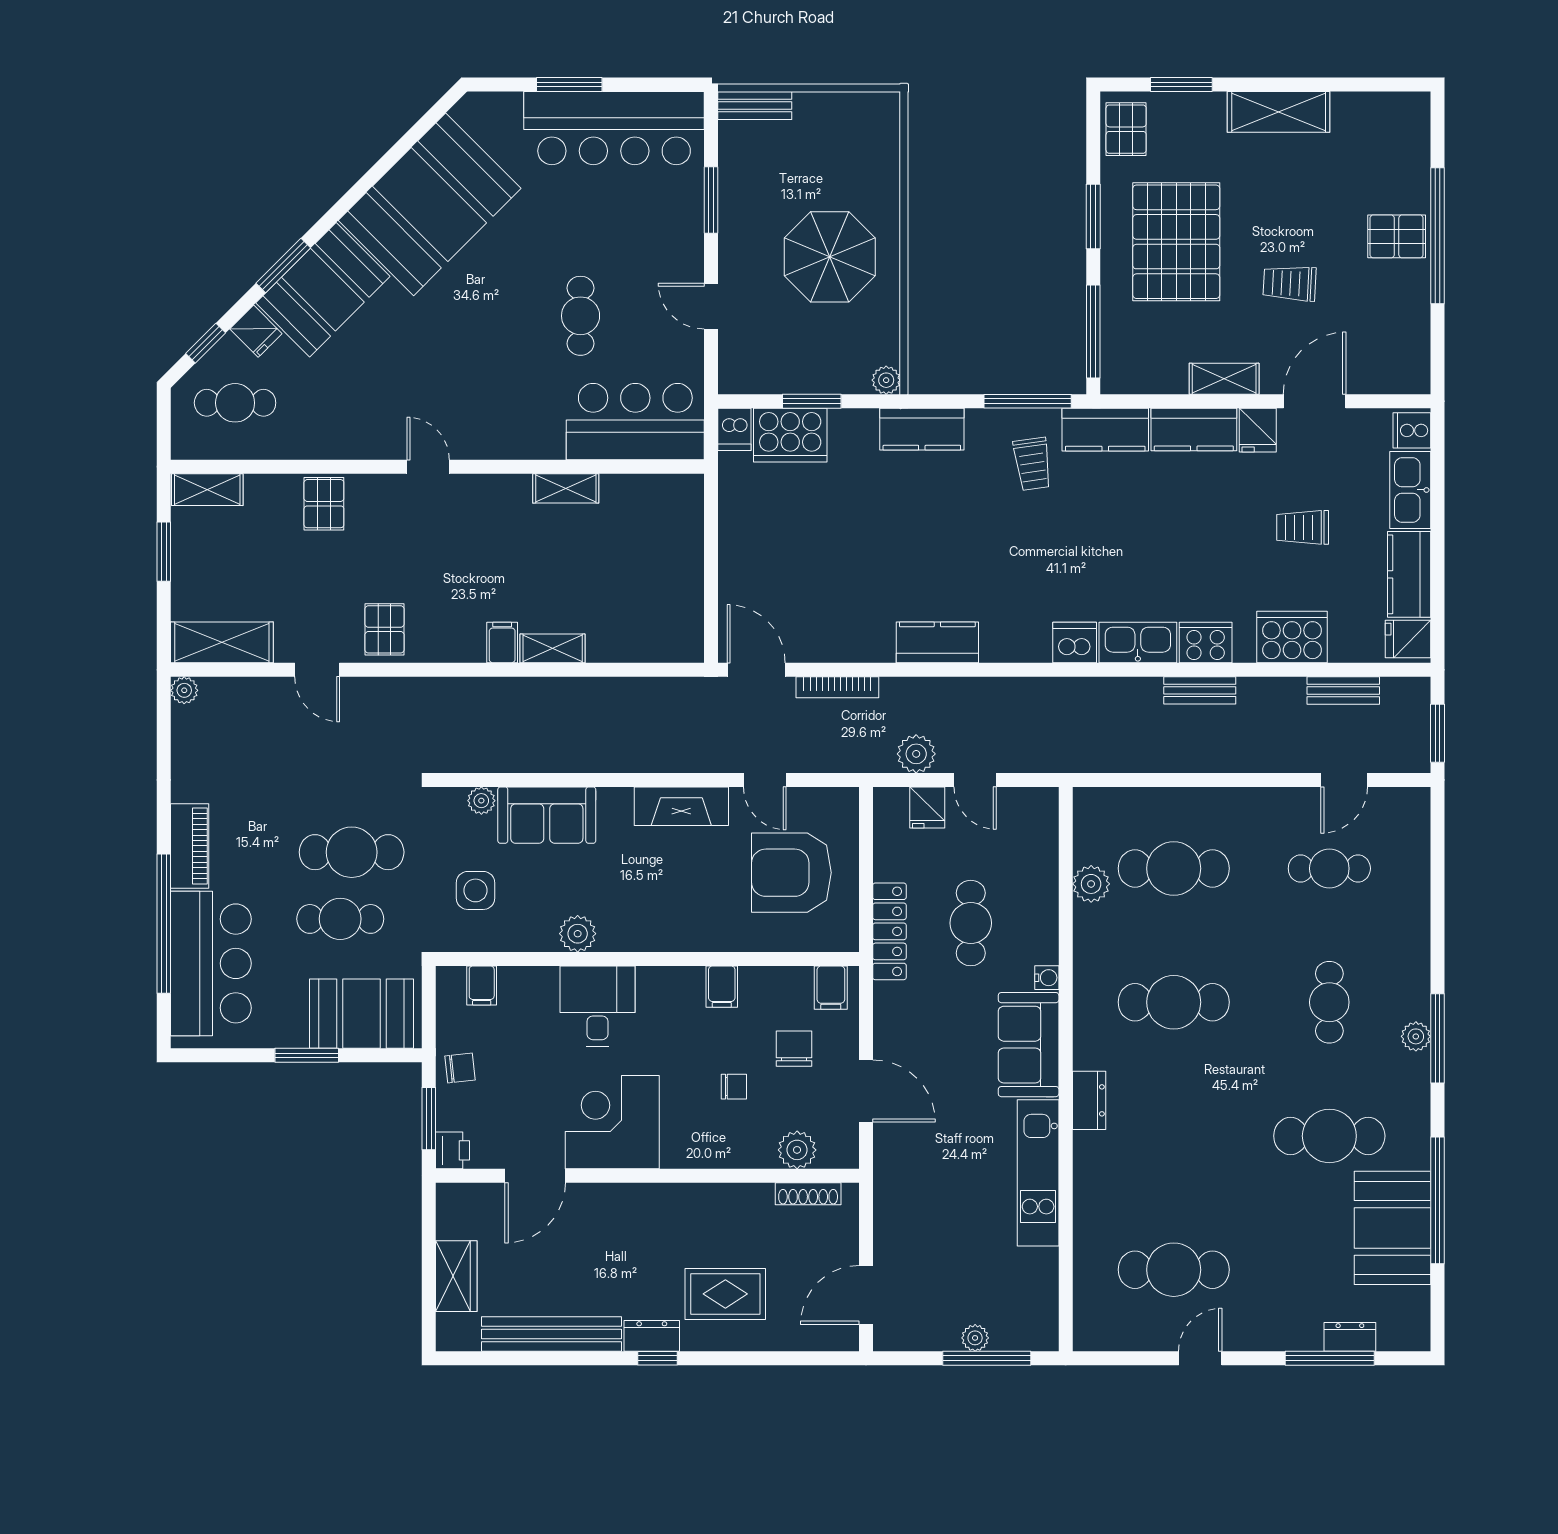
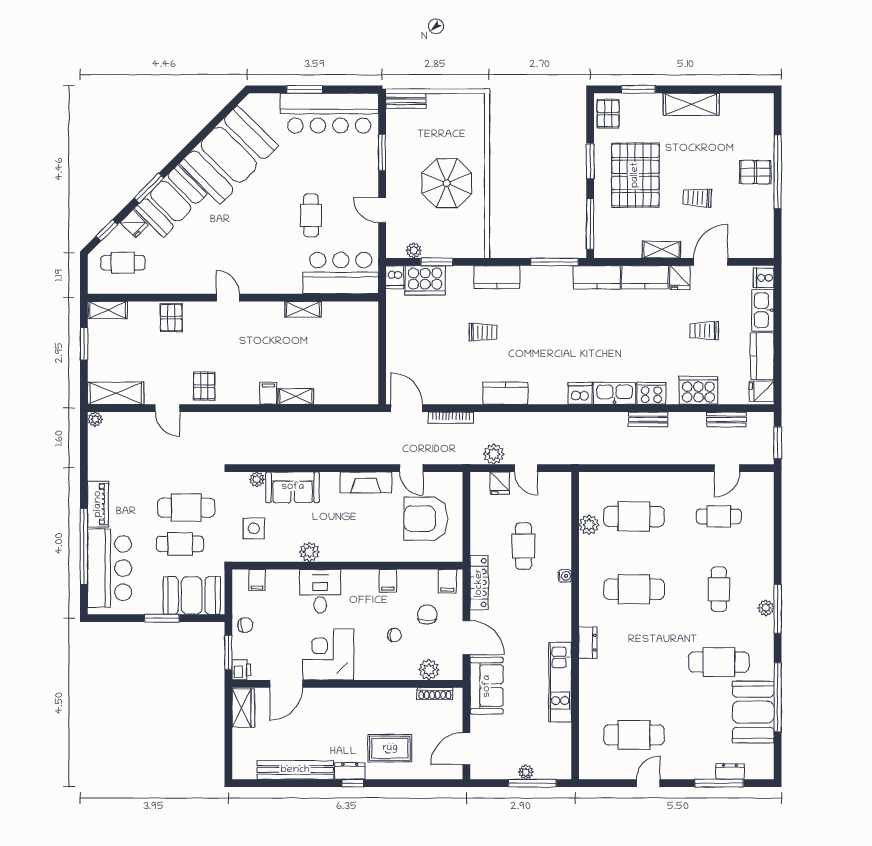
plant: (886, 380) -> (414, 250), moved
trolley: (1032, 464) -> (483, 332), moved, turned -82
locker: (889, 931) -> (479, 583), moved
sofa: (1029, 1045) -> (487, 686), moved, turned 180
wardrobe: (456, 1276) -> (243, 708), moved

